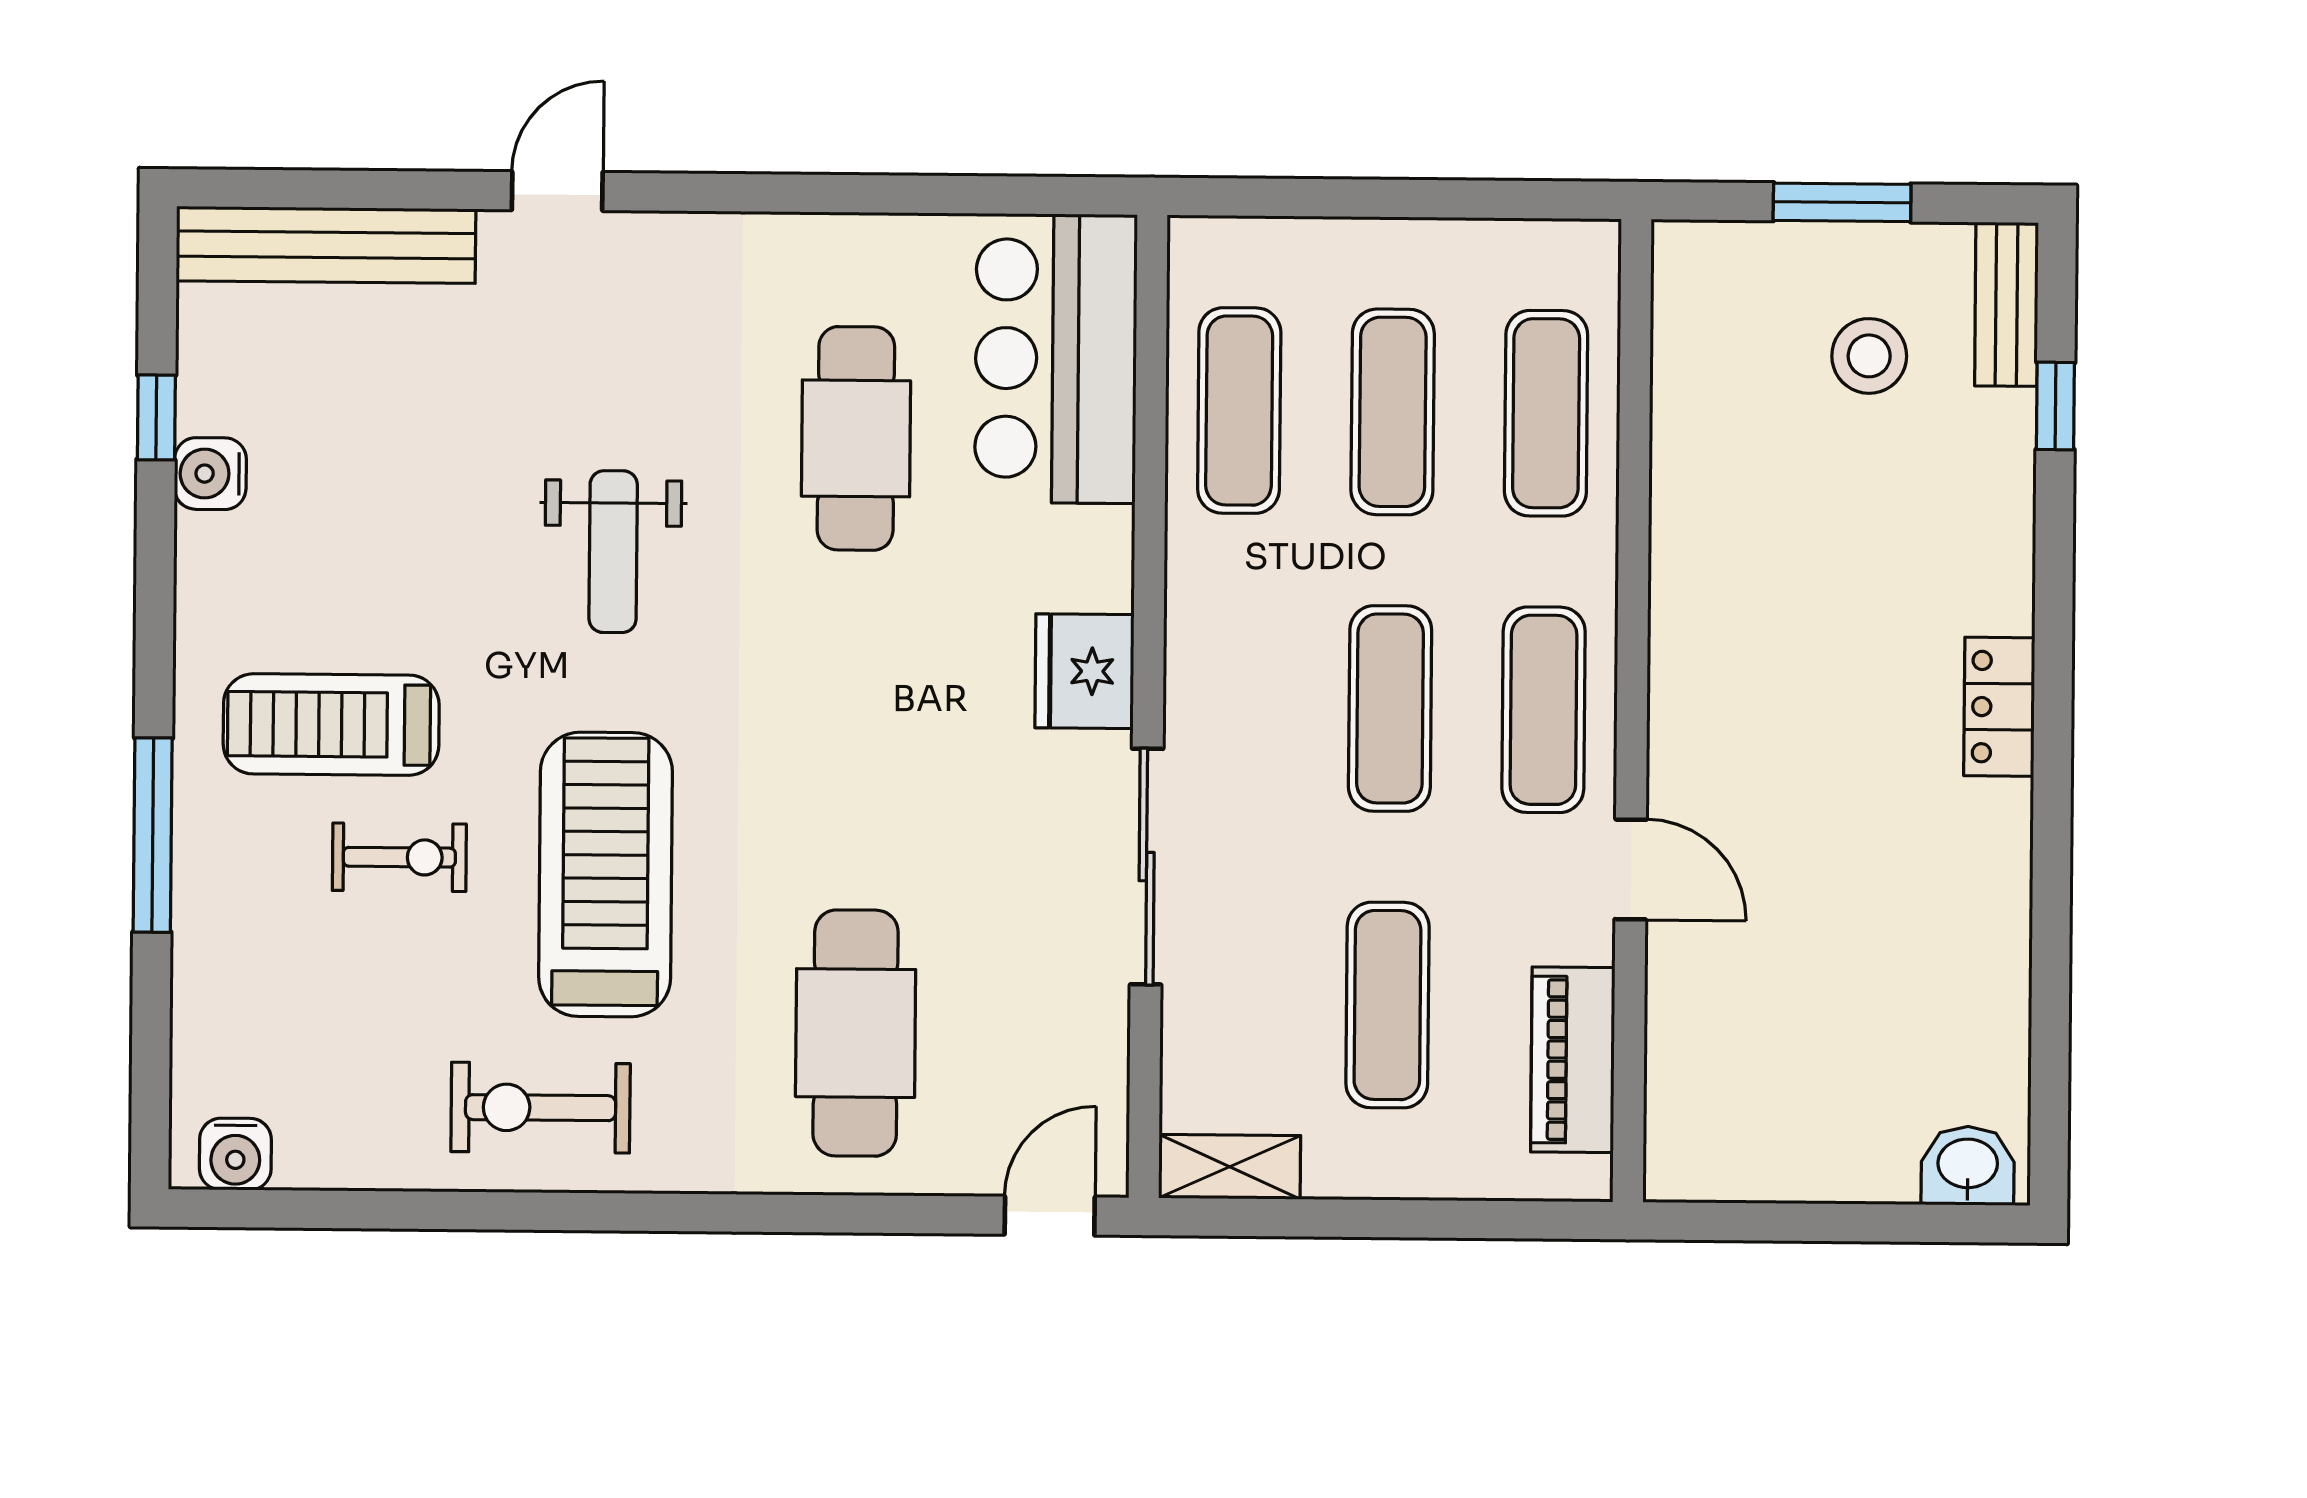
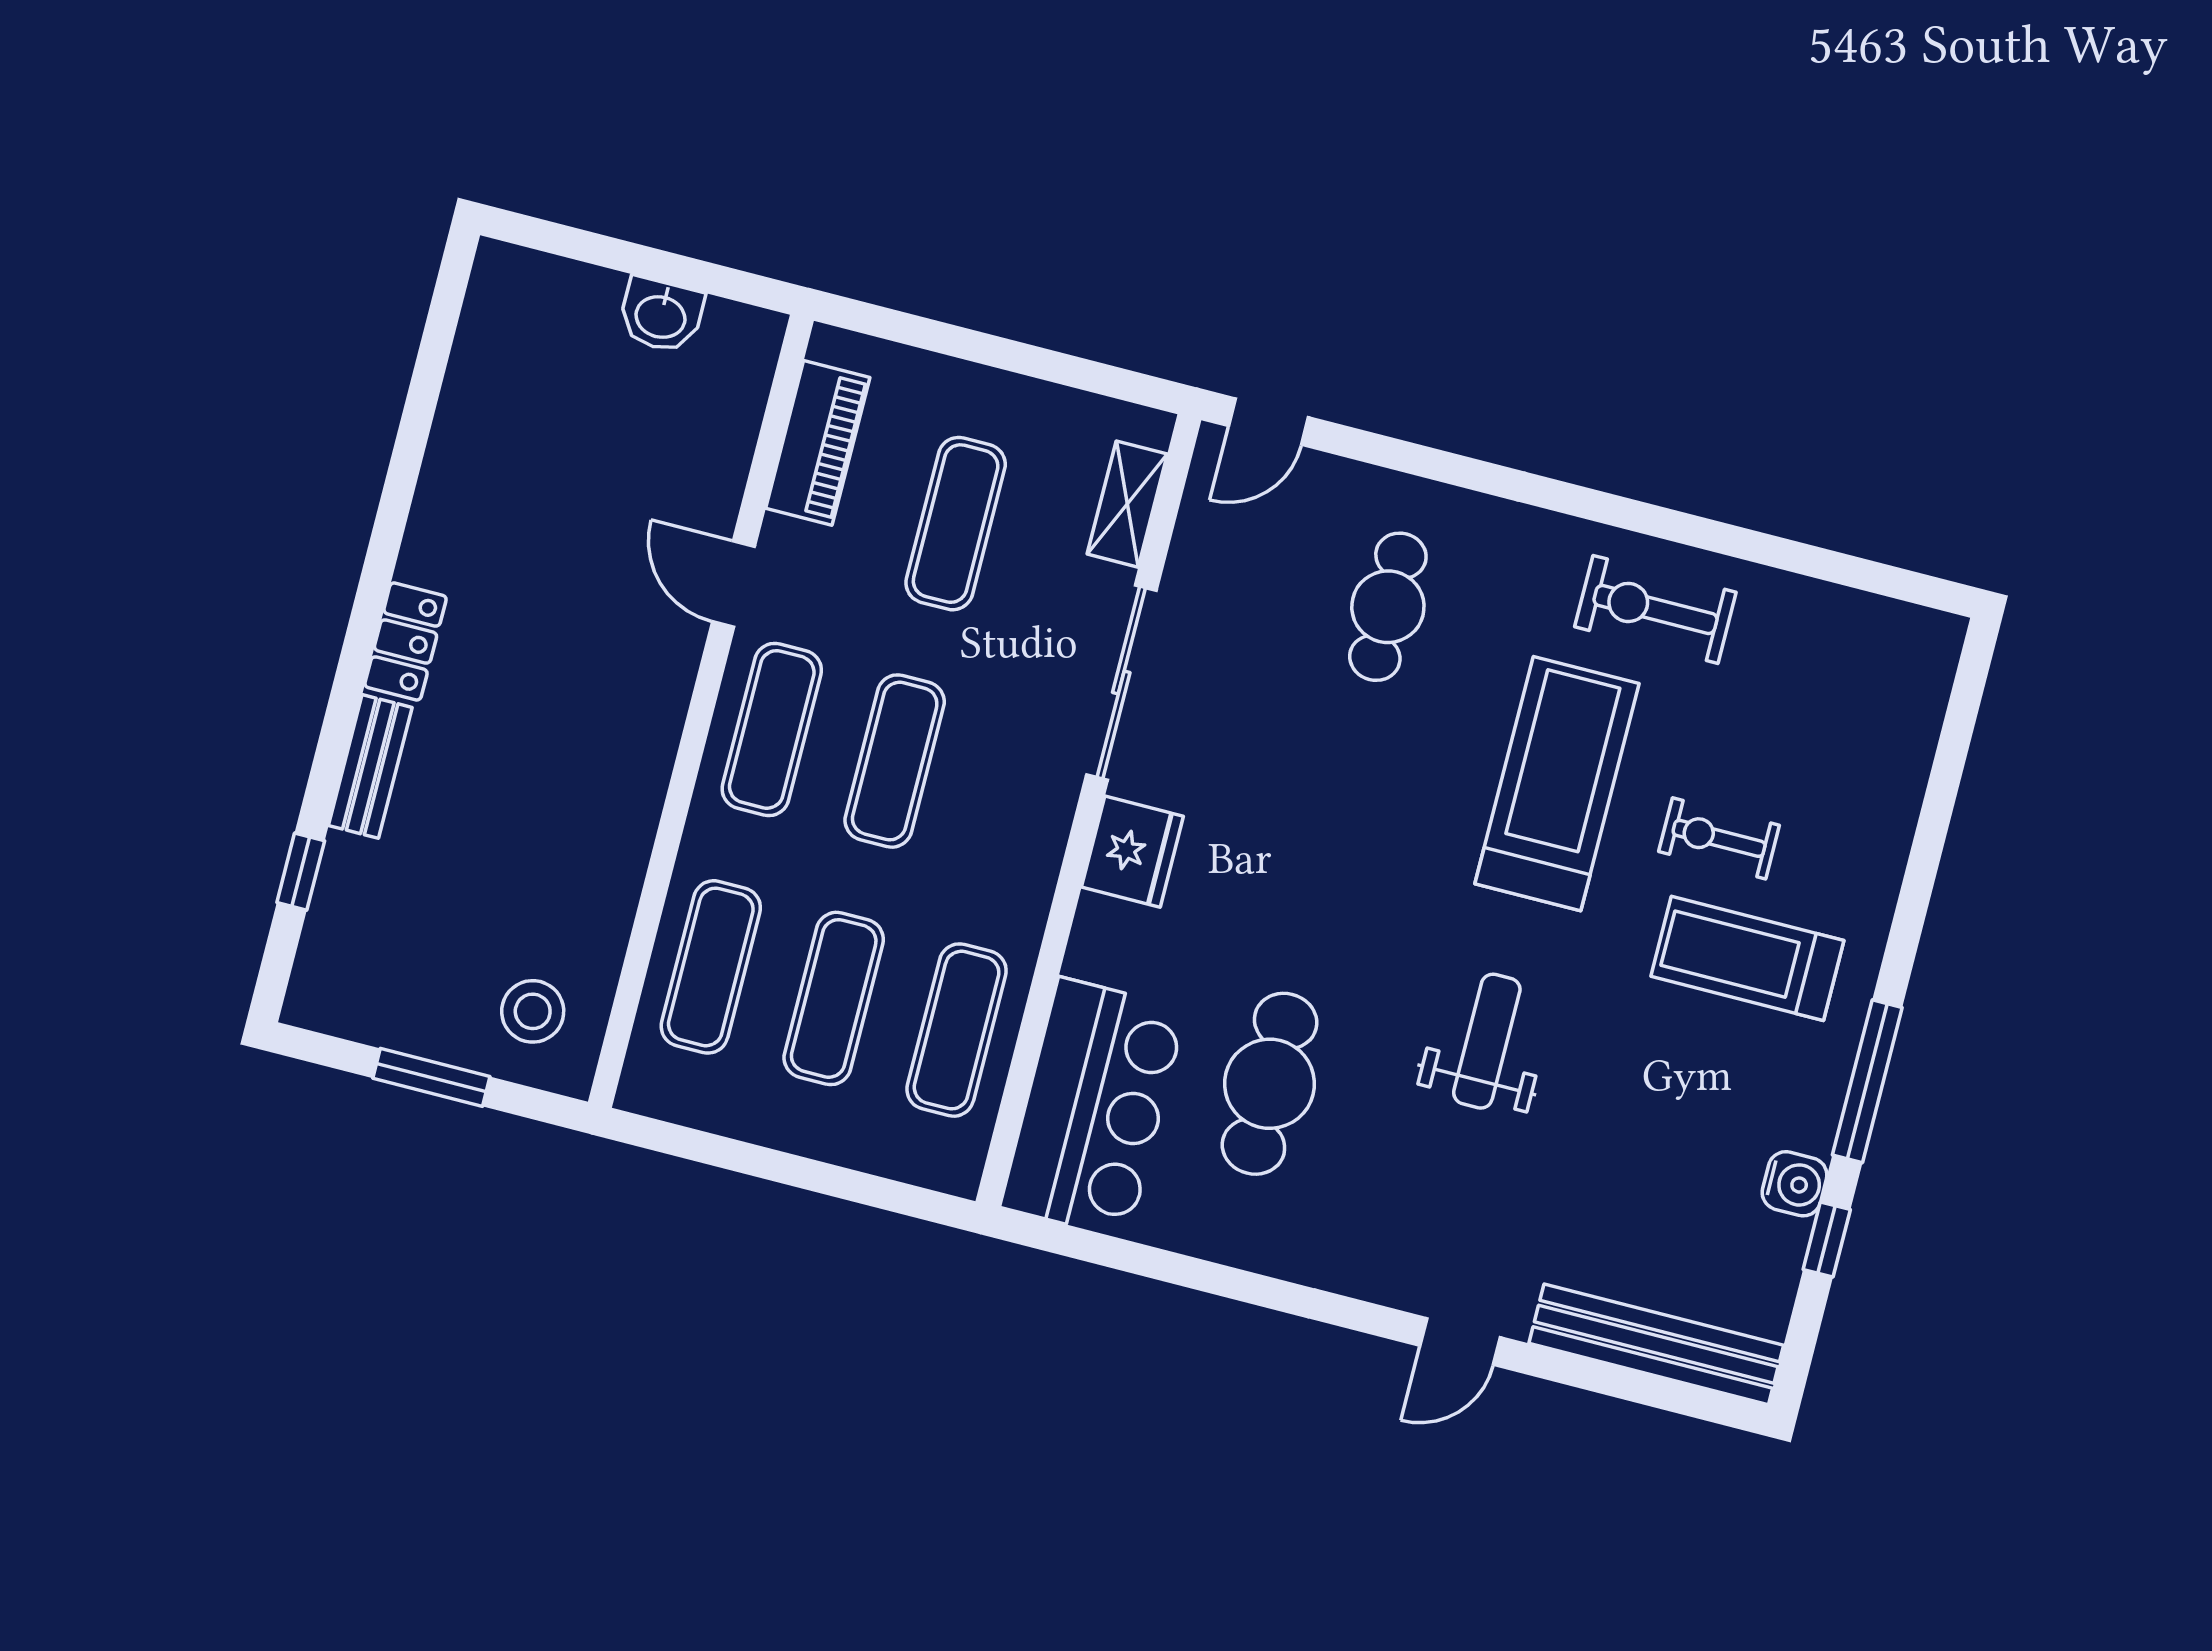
bench: (2006, 304) -> (370, 766), moved
stool: (1869, 356) -> (533, 1011), moved
treadmill: (331, 724) -> (1747, 958), turned 180
window: (153, 835) -> (1867, 1081), moved
treadmill: (606, 875) -> (1557, 784), turned 180
cafe table: (856, 1033) -> (1388, 607), width x0.73, depth x0.74
exercise bike: (541, 1108) -> (1655, 609), turned 180
water cooler: (235, 1154) -> (1910, 633), removed
washbasin: (1968, 1166) -> (661, 315), moved
shelving: (1230, 1167) -> (1127, 504), moved, turned 90

